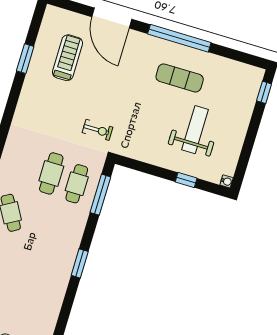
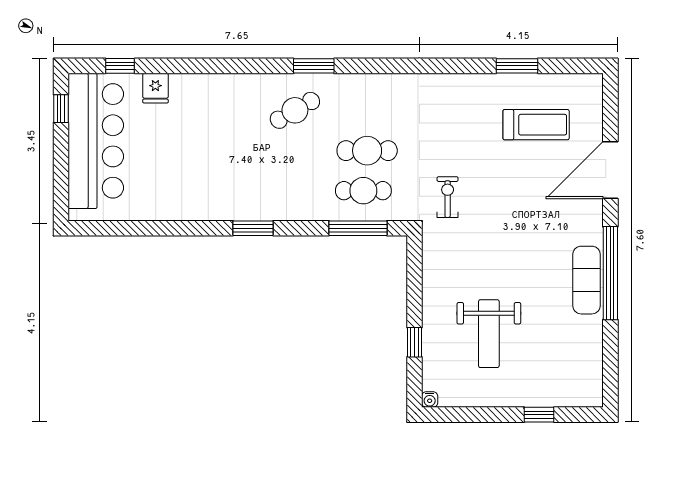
exercise mat: (180, 78) -> (586, 280), moved
window: (264, 92) -> (539, 415), moved
exercise bike: (98, 130) -> (448, 197), turned 180
weight bench: (195, 130) -> (489, 334), turned 90

